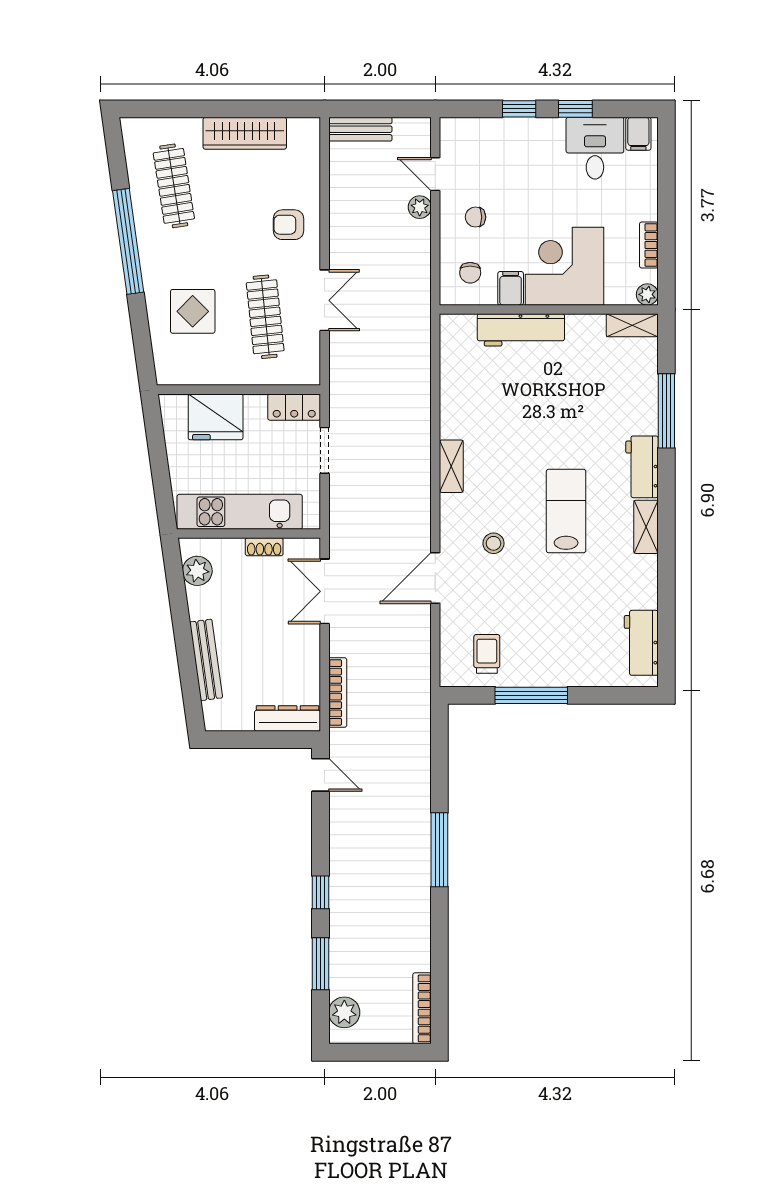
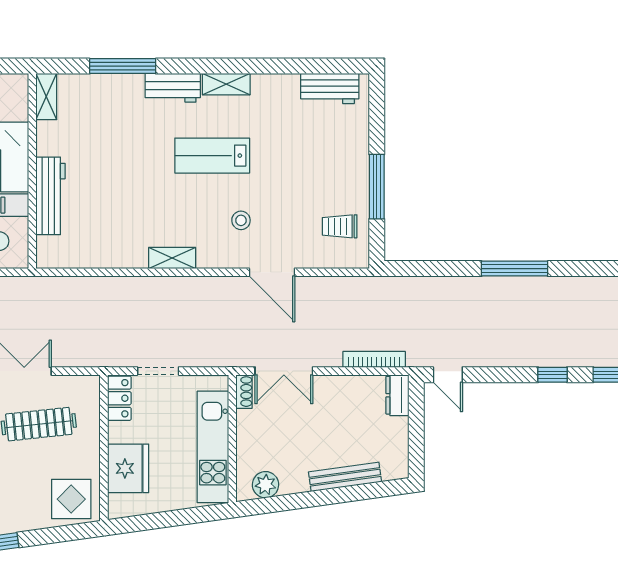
plant: (647, 294) -> (19, 83), removed
display table: (193, 311) -> (71, 499), moved
shoe rack: (264, 547) -> (244, 392), moved
dresser: (288, 718) -> (397, 395), width x0.70
door: (320, 775) -> (448, 375), swing flipped

